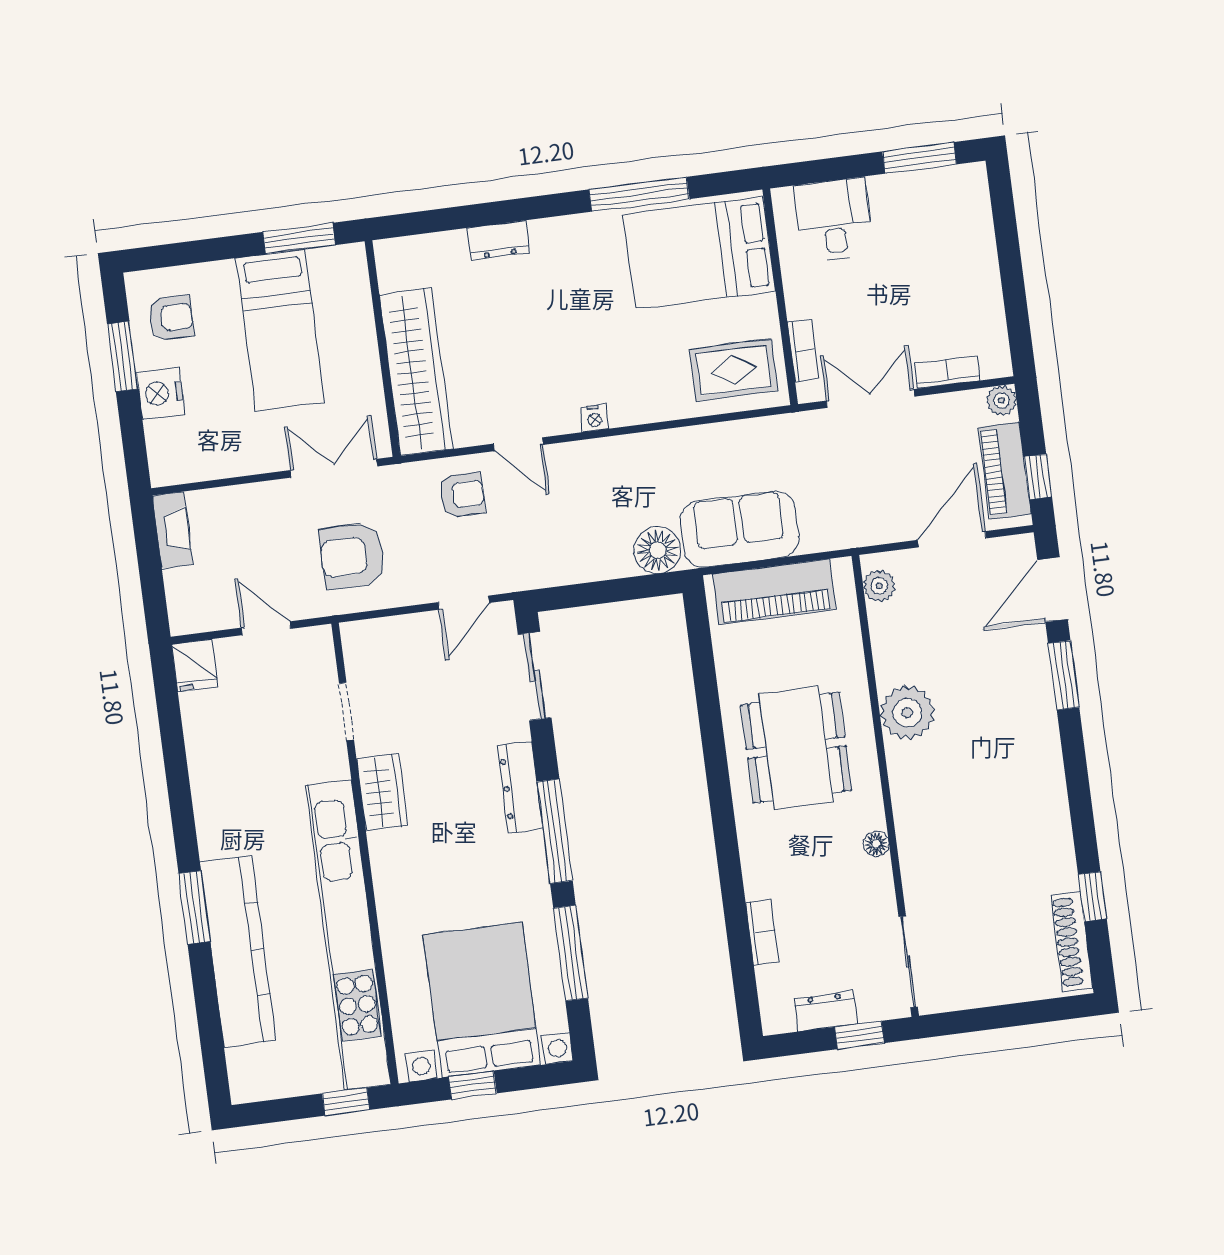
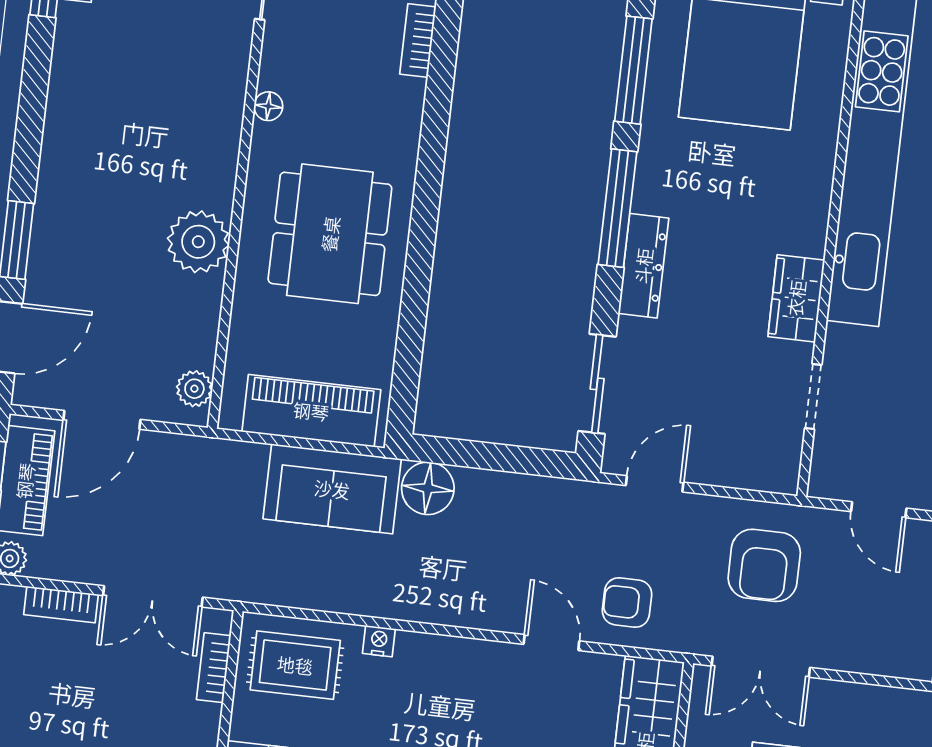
nightstand: (594, 418) -> (379, 641), moved
armchair: (352, 556) -> (764, 565), turned 90

